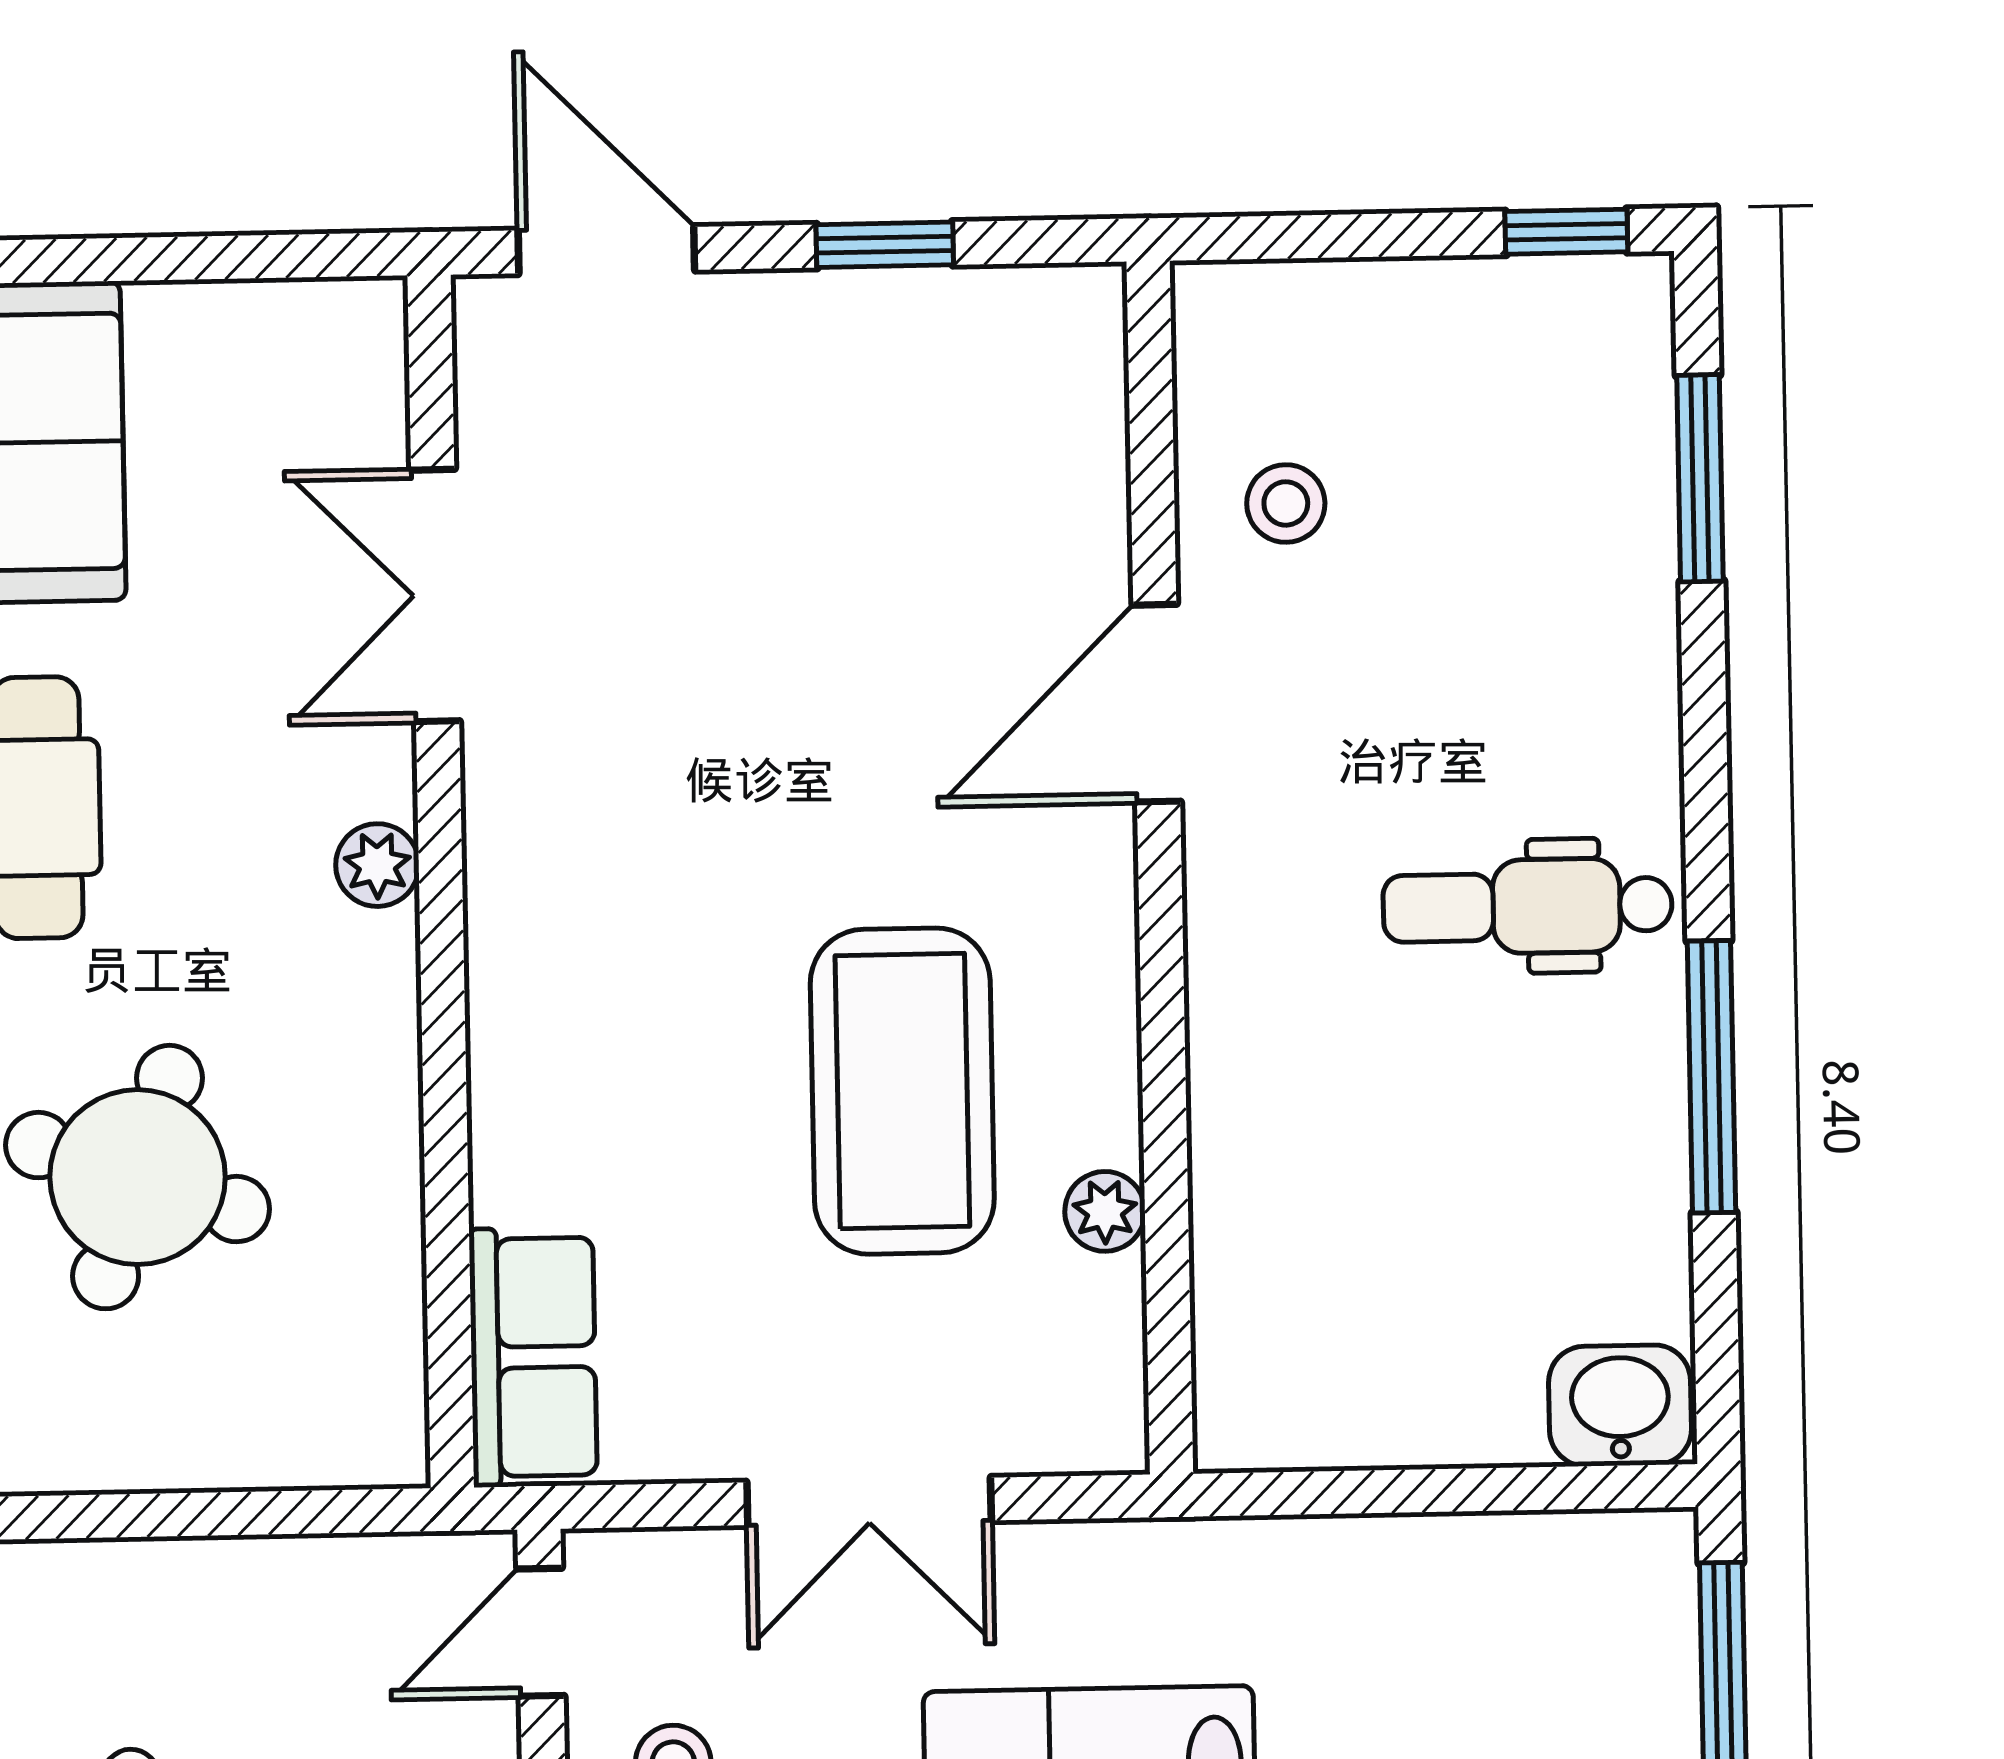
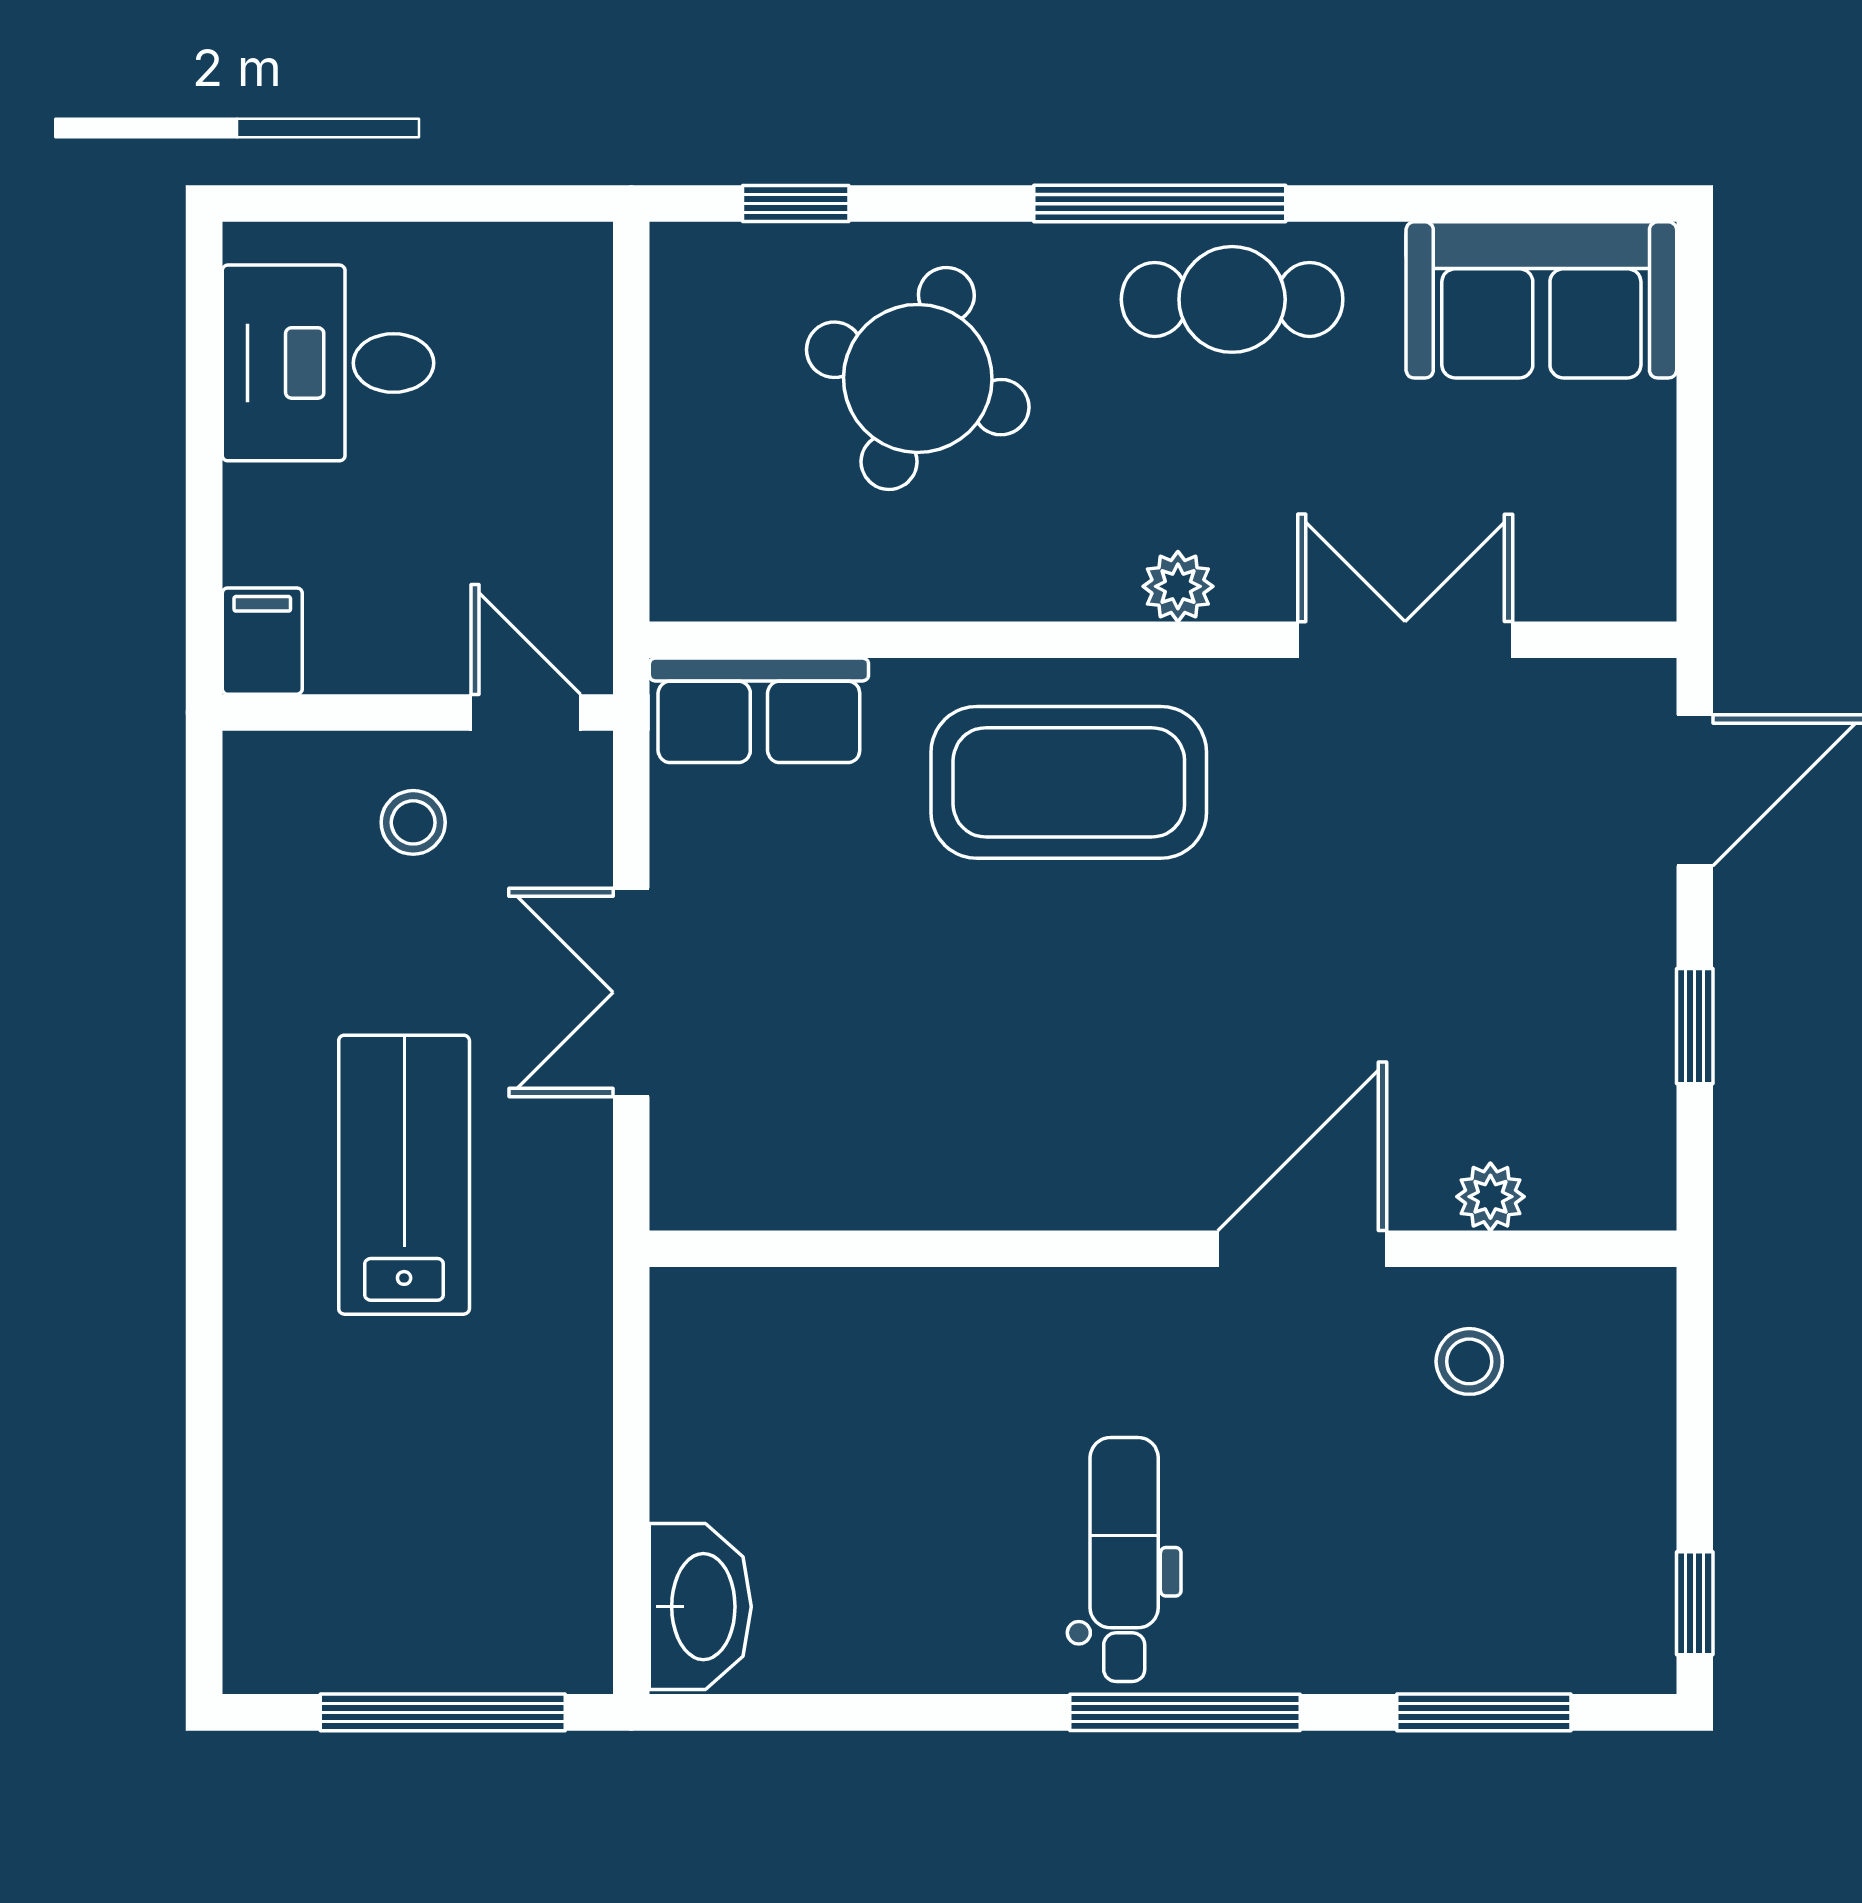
door: (1157, 703) -> (1302, 1249), hinge flipped
window: (1711, 1077) -> (1185, 1712), moved
coffee table: (902, 1091) -> (1069, 782), moved
plant: (1105, 1211) -> (1490, 1197), moved
washbasin: (1620, 1405) -> (700, 1607), width x1.38

